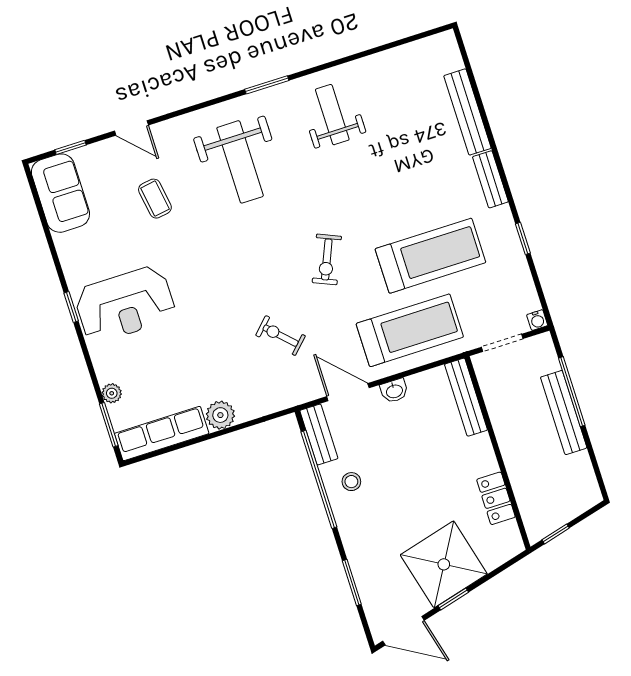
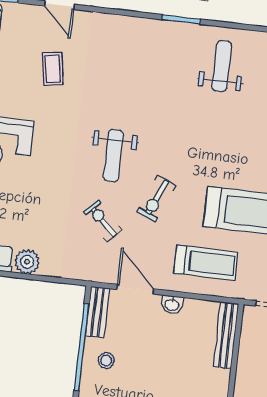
weight bench: (240, 162) -> (113, 156), moved, width x0.73, depth x0.75
exercise bike: (327, 259) -> (156, 199), moved
treadmill: (410, 330) -> (206, 263), width x0.73, depth x0.73

